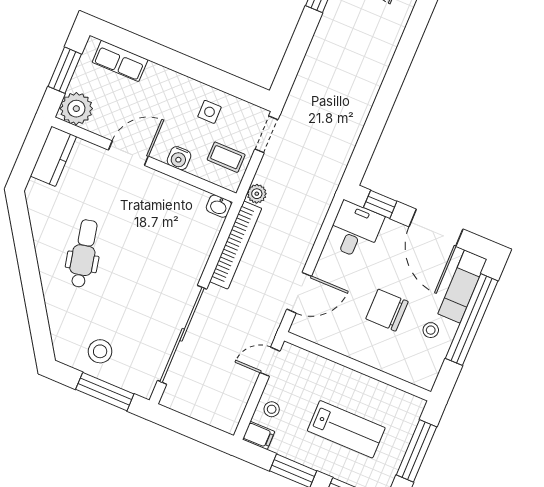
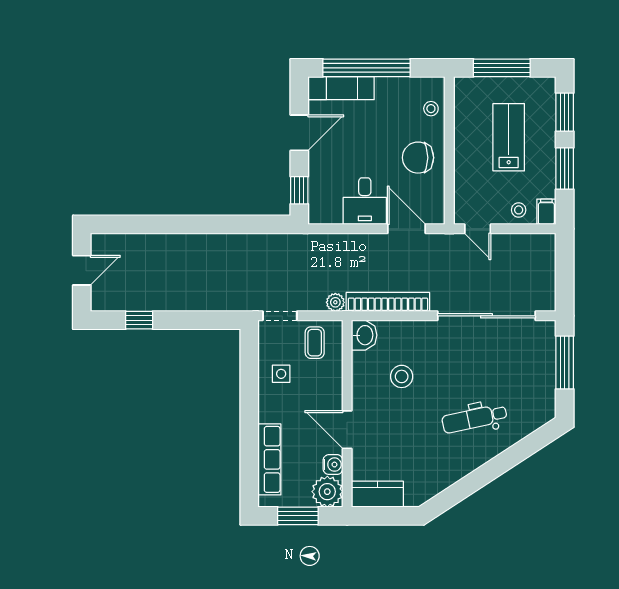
row of seats: (120, 61) -> (269, 459), width x1.48
water cooler: (179, 158) -> (333, 465), moved
washbasin: (219, 206) -> (364, 335), width x1.38, depth x1.45
door: (436, 228) -> (299, 133), width x0.73
desk: (355, 230) -> (365, 201), moved, turned -90
dental chair: (84, 254) -> (474, 419), moved
chair: (387, 310) -> (418, 158), moved, turned 90
stool: (431, 330) -> (431, 109), moved
stool: (100, 351) -> (402, 376), moved

